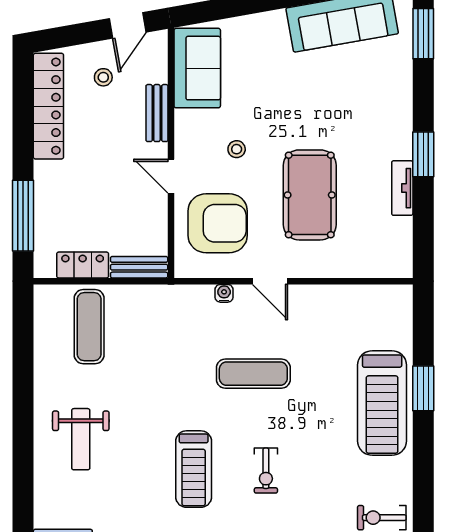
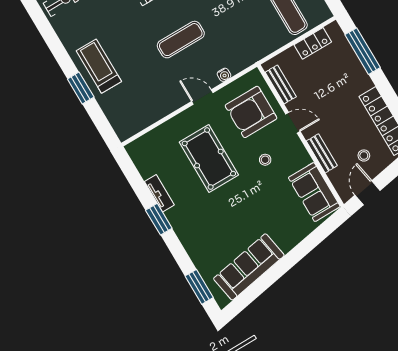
bench: (139, 267) -> (281, 84), moved, turned 90
treadmill: (382, 403) -> (99, 66), width x0.73, depth x0.73

